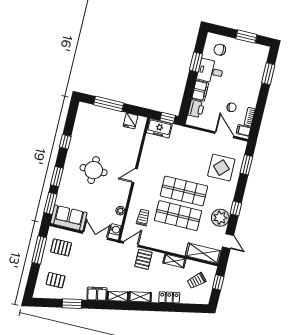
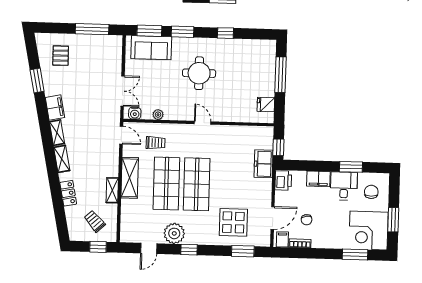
corner desk: (251, 59) -> (369, 231), added
printer: (196, 109) -> (283, 180), moved, turned -90
freezer: (159, 128) -> (264, 164), moved
sofa: (69, 218) -> (151, 48), moved, turned 90
pallet: (61, 247) -> (100, 54), removed
shelving: (203, 253) -> (130, 178), moved
pallet: (143, 259) -> (107, 154), removed

